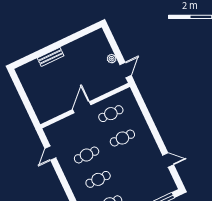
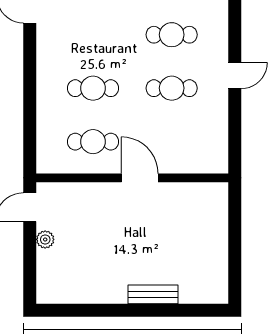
door: (82, 107) -> (140, 178), swing flipped
door: (50, 153) -> (235, 75), moved

